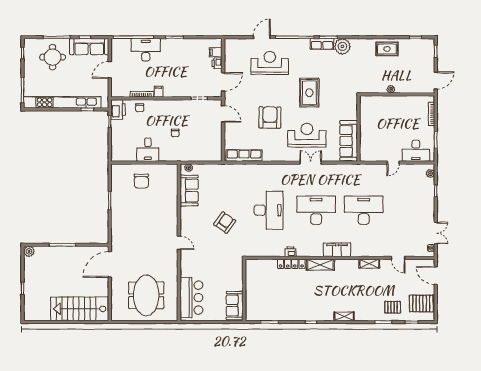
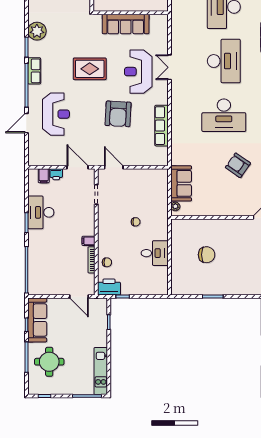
door: (262, 37) -> (26, 123), hinge flipped
row of seats: (322, 44) -> (34, 71), moved
desk: (146, 50) -> (41, 212), moved
reception desk: (270, 63) -> (56, 114), turned 180
door: (110, 70) -> (79, 297), moved
kitchen unit: (62, 102) -> (101, 371), width x0.54
door: (223, 114) -> (114, 167), hinge flipped
armchair: (270, 117) -> (118, 114), turned -88
sofa: (349, 141) -> (126, 24), moved
row of seats: (244, 156) -> (162, 126), moved
chair: (141, 181) -> (207, 255), moved
sofa: (189, 190) -> (181, 183), moved, turned 90
desk: (269, 210) -> (224, 115), turned 180
desk: (316, 210) -> (224, 61), turned 180

